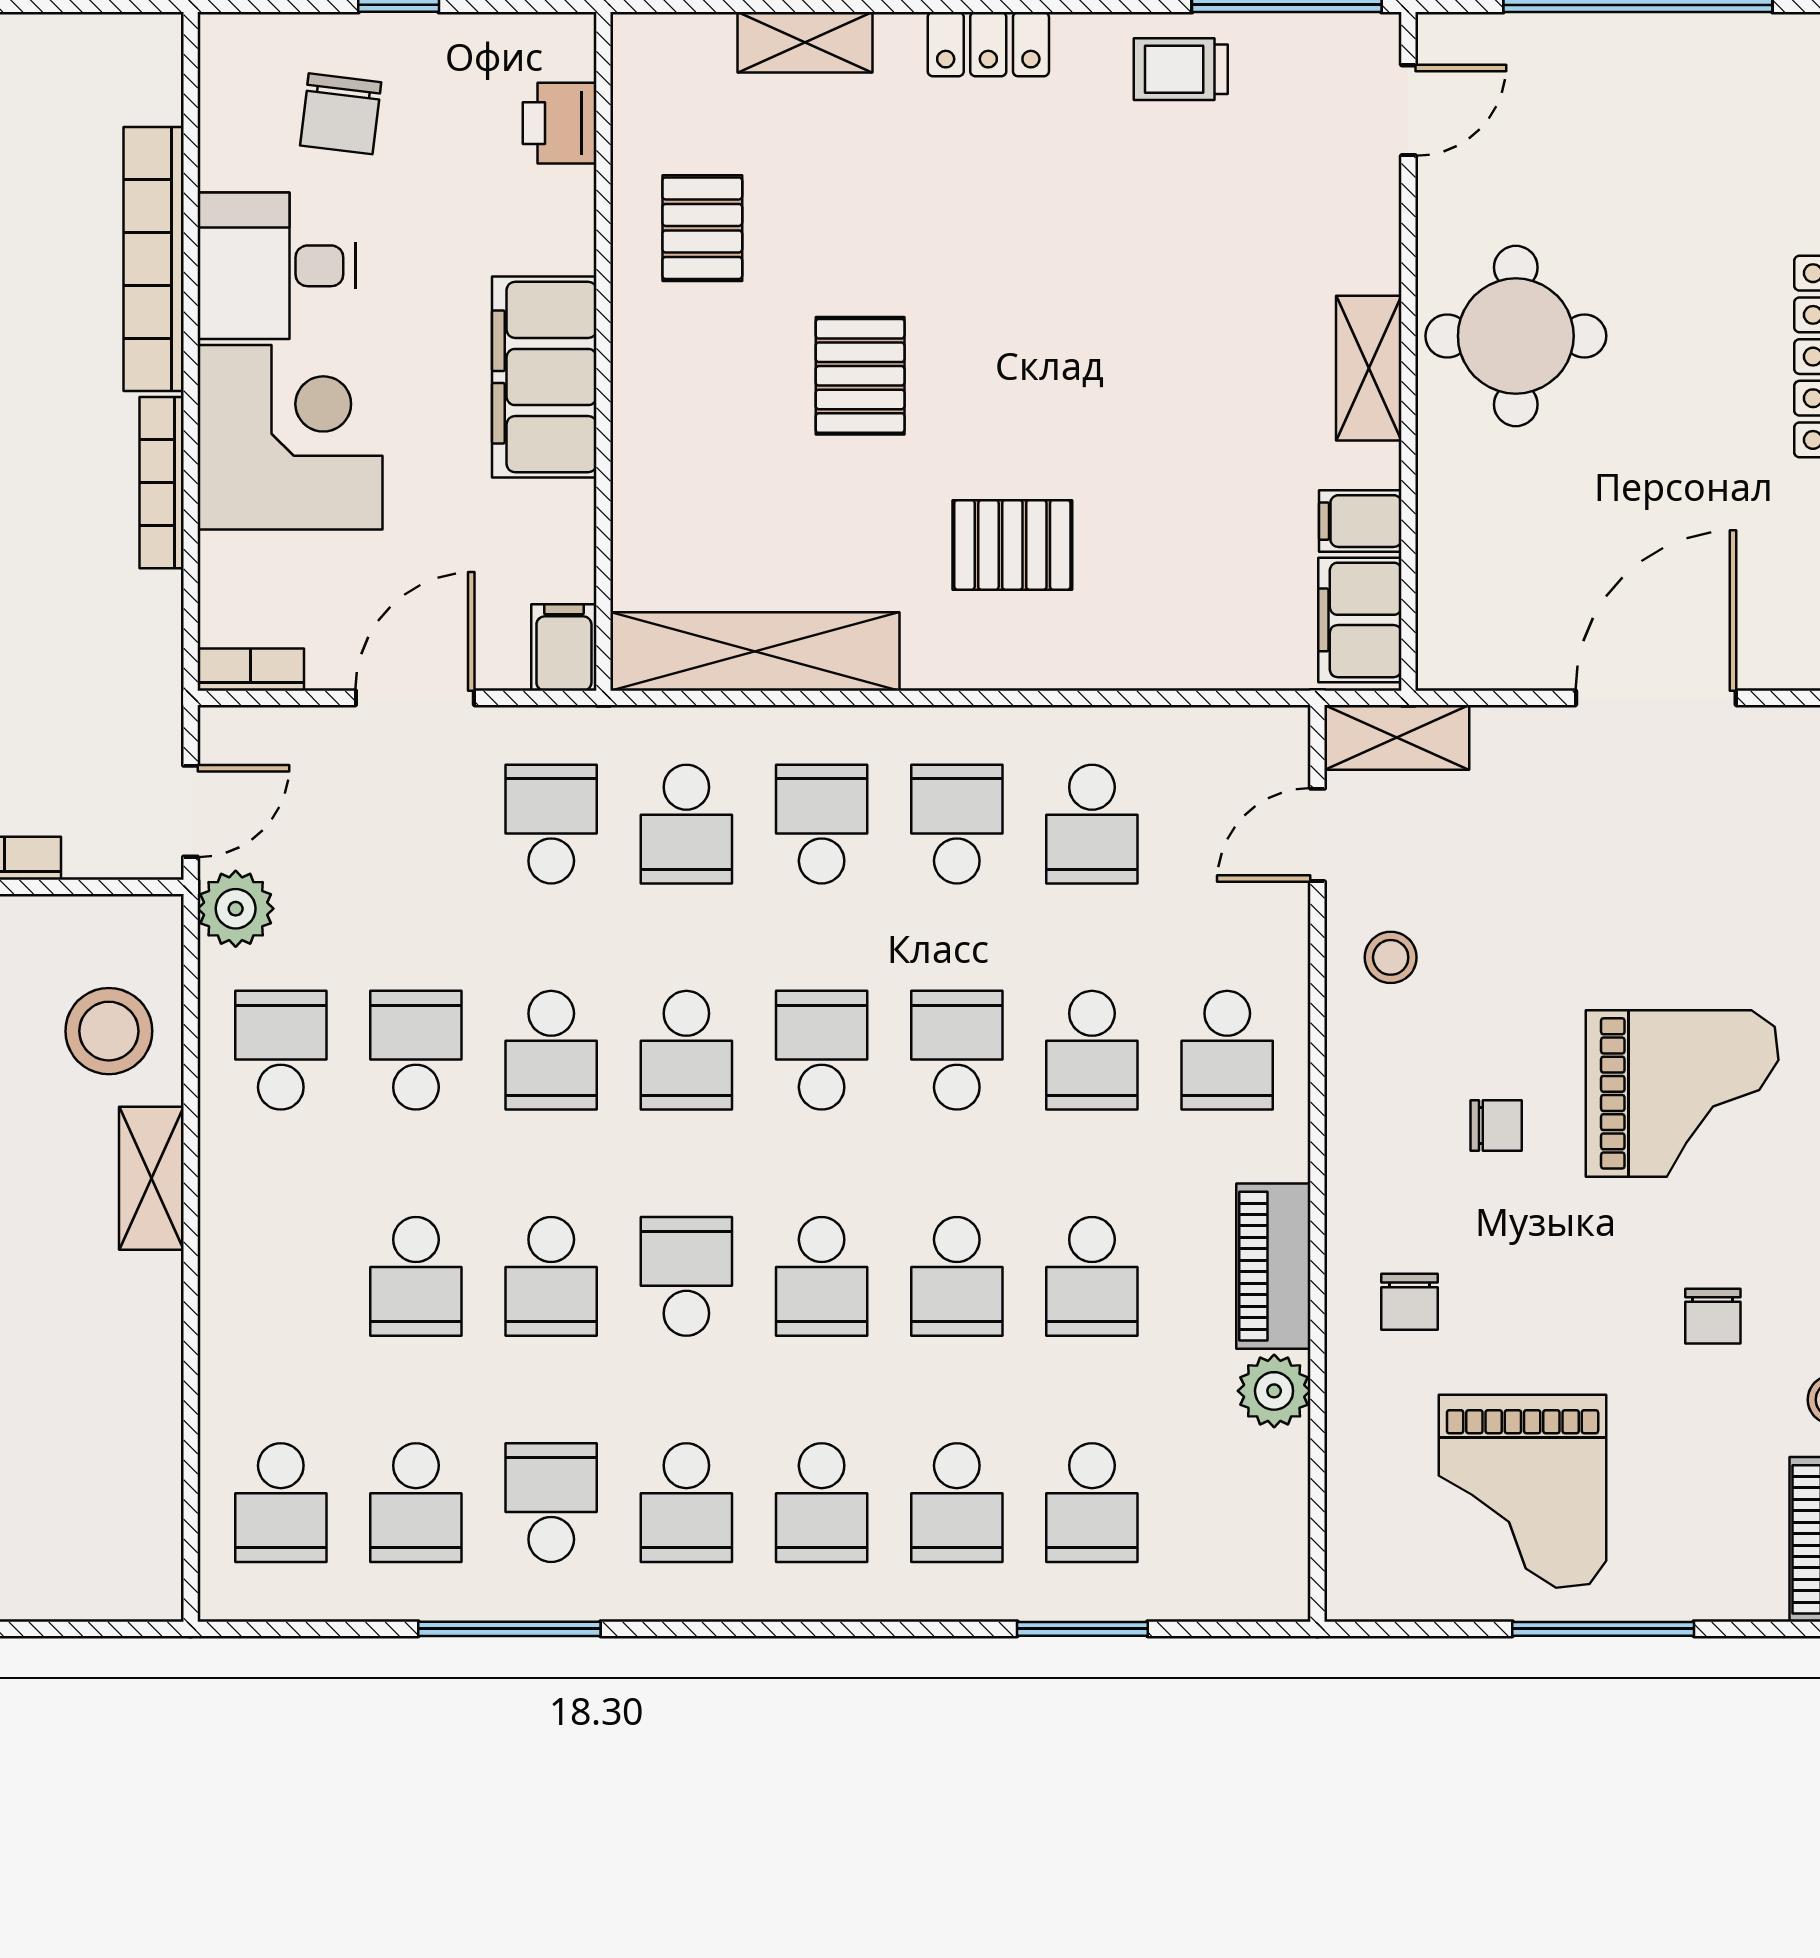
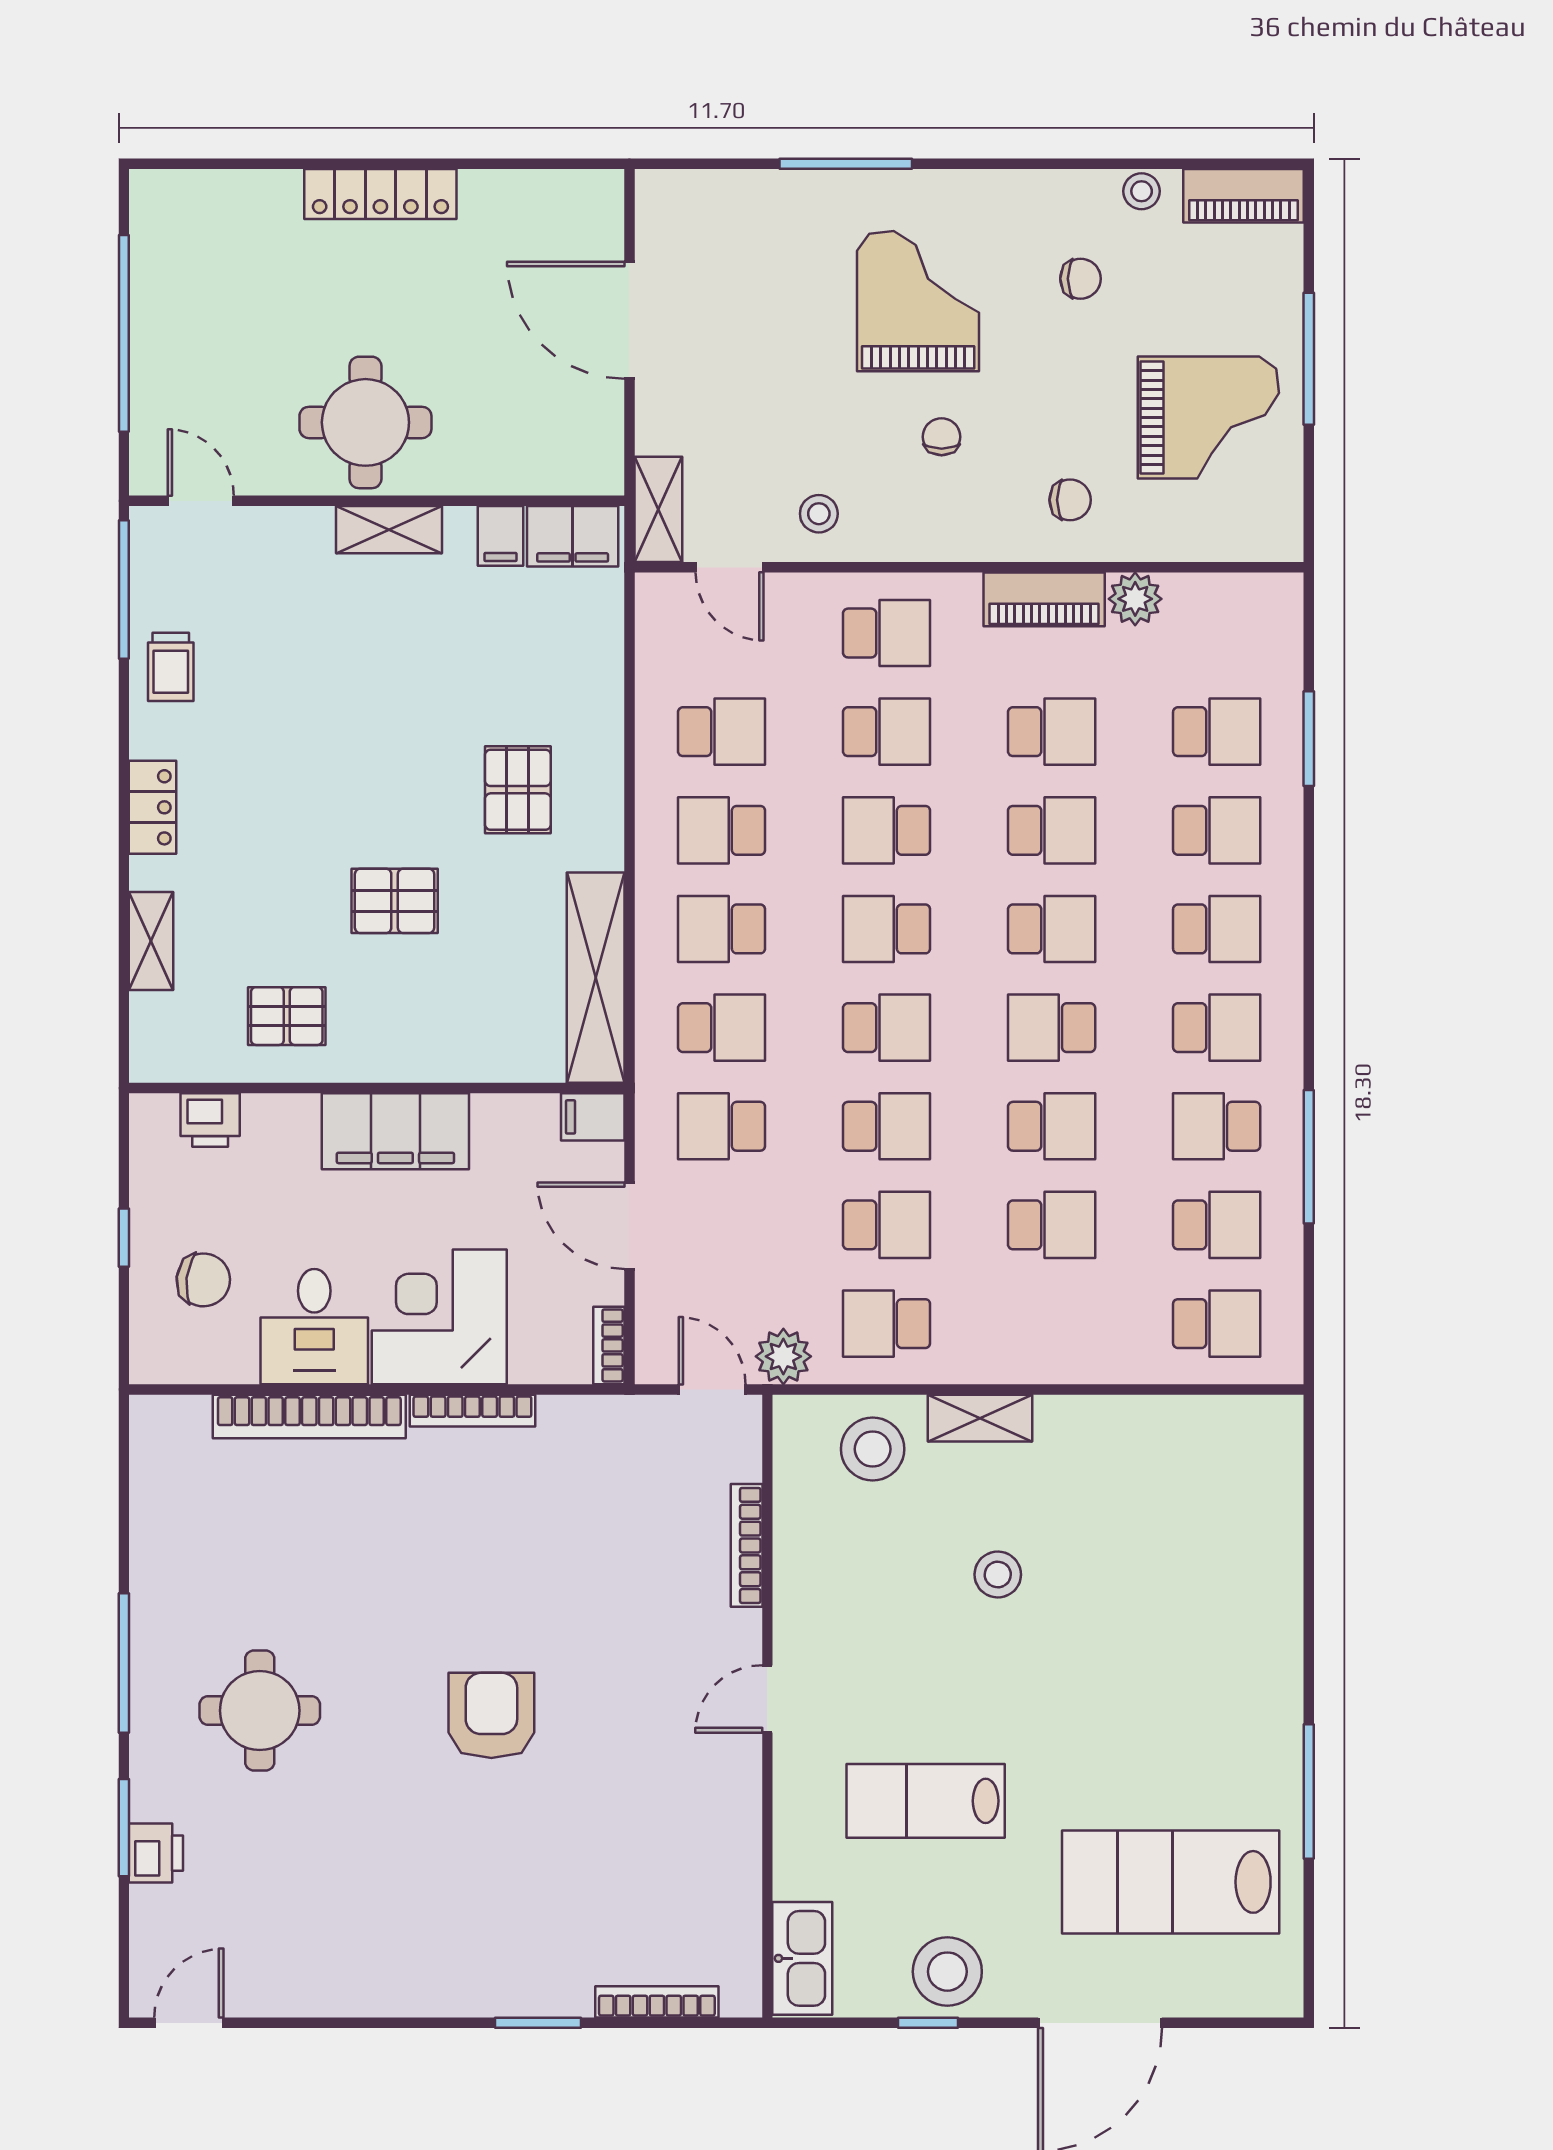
school desk: (416, 1050) -> (887, 1225), turned 180

